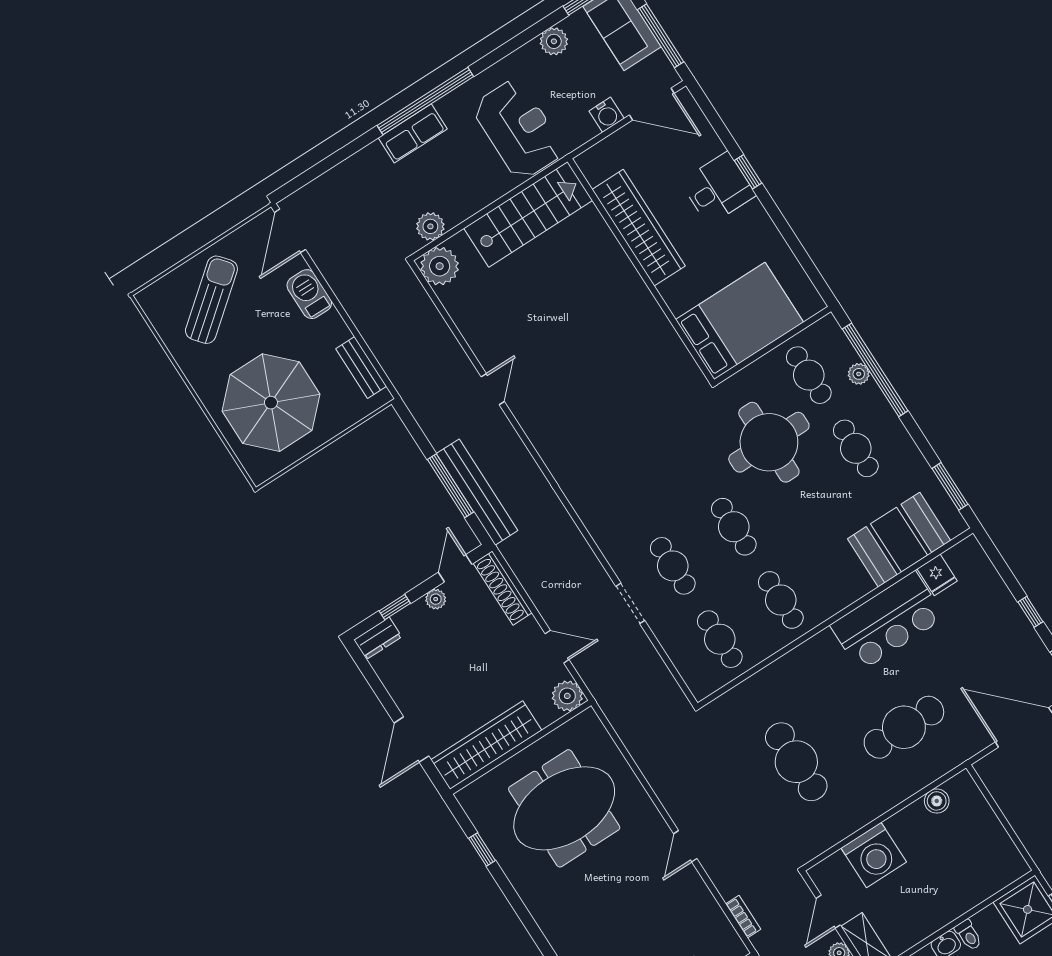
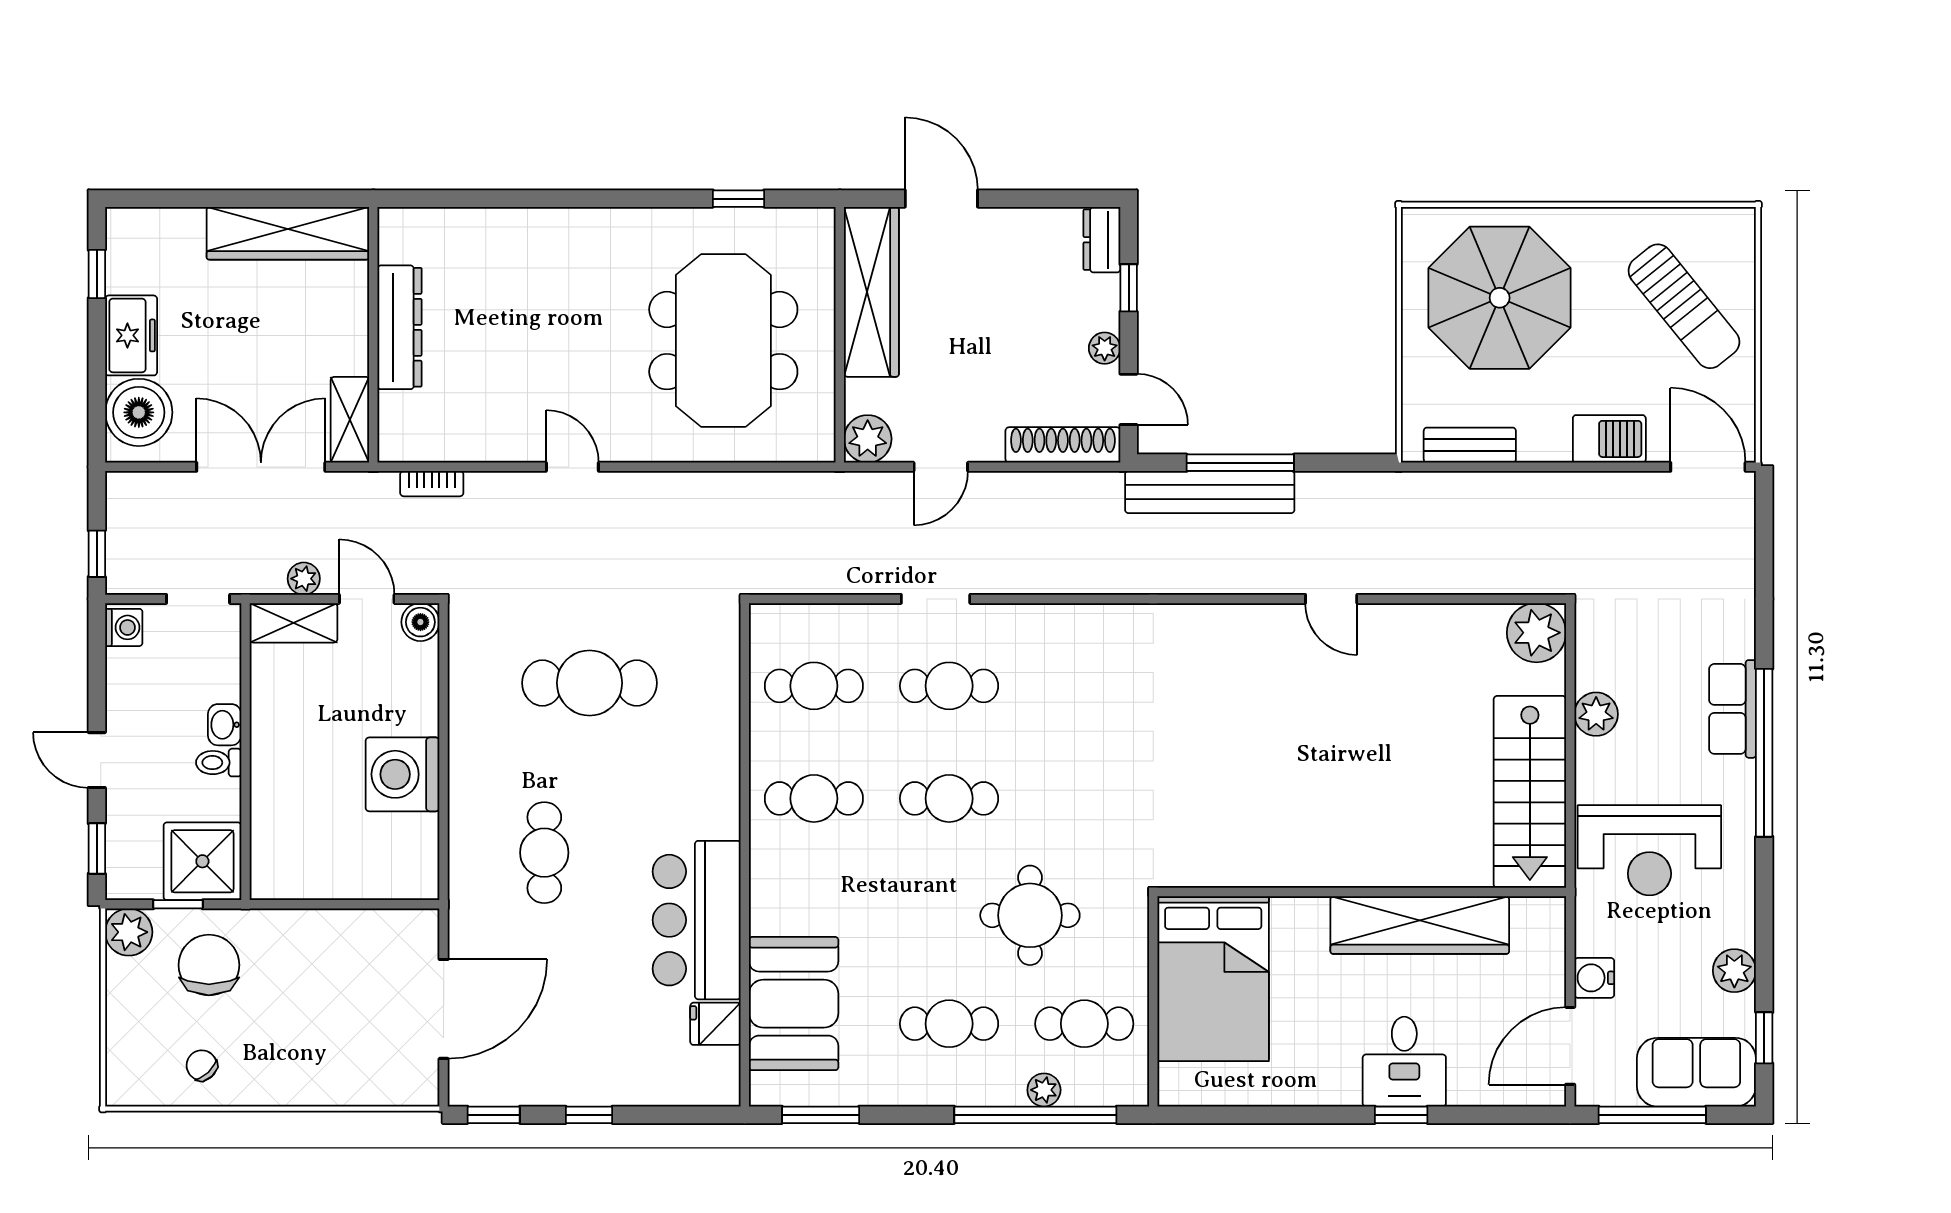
plant: (430, 226) -> (1596, 714), moved
round table: (769, 442) -> (1030, 915), width x0.73, depth x0.73
cafe table: (904, 727) -> (544, 853), width x0.73, depth x0.74
boiler: (937, 801) -> (420, 622), moved
washing machine: (874, 855) -> (402, 774), moved

